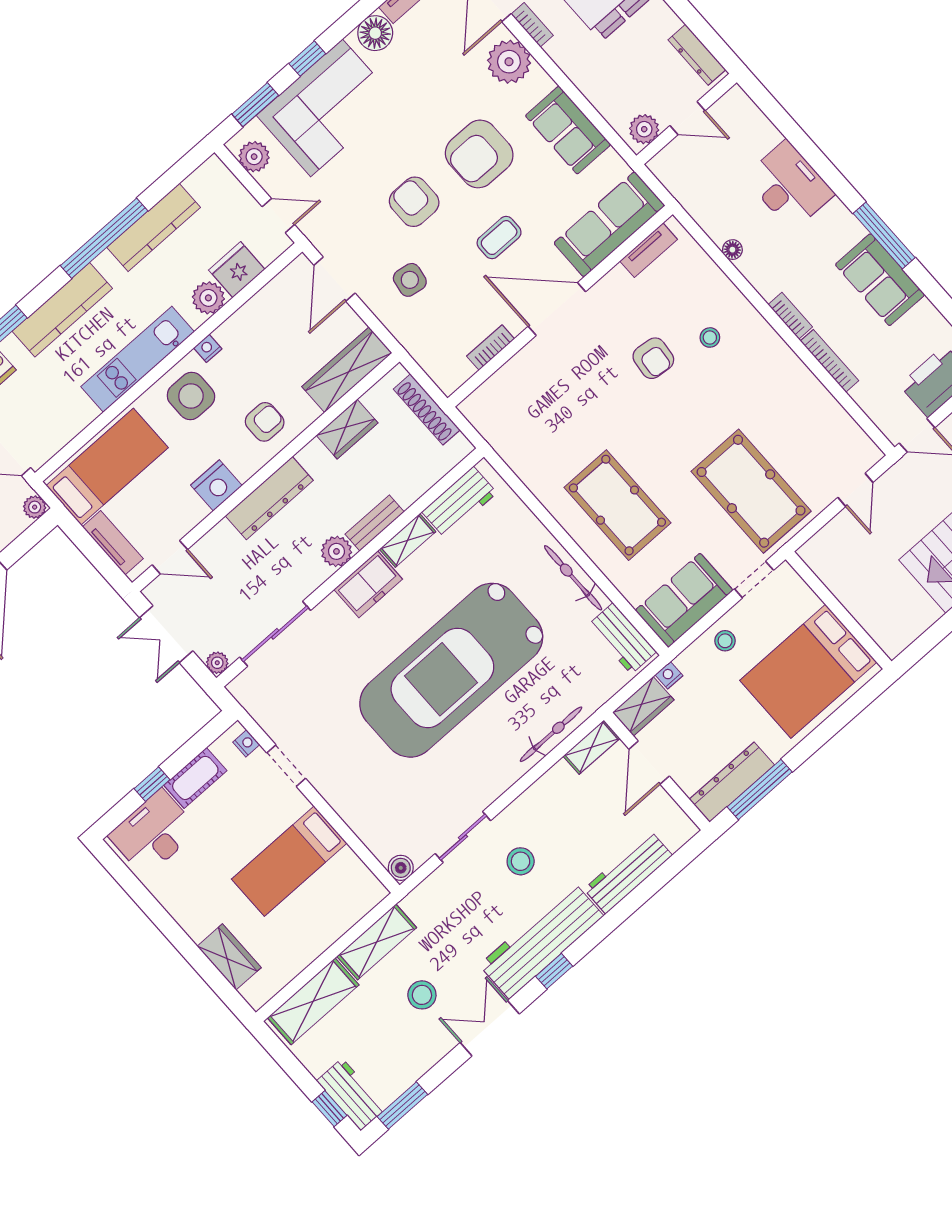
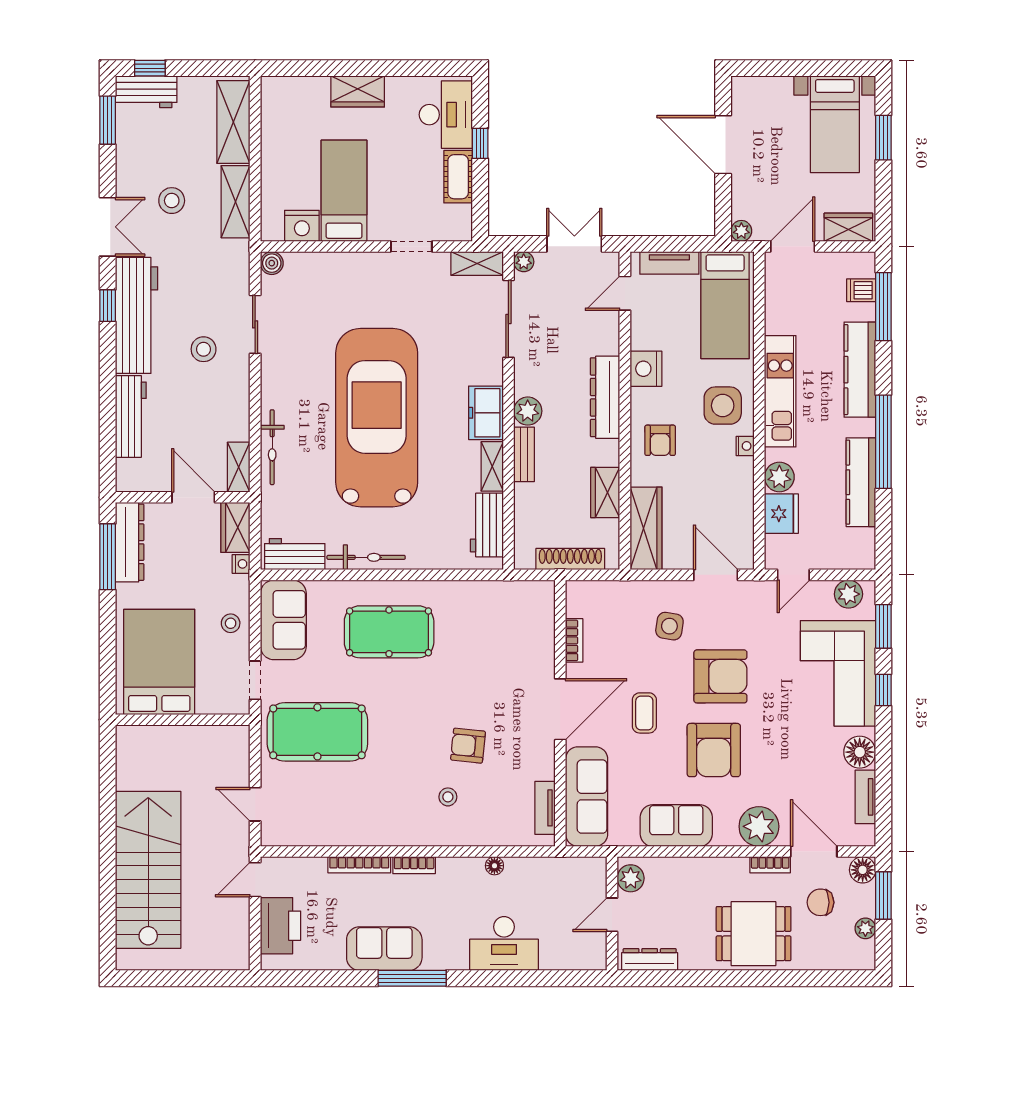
armchair: (479, 154) -> (714, 750), turned 180
armchair: (414, 202) -> (720, 676), width x1.36, depth x1.36
shelving: (252, 700) -> (477, 263), added
nightstand: (246, 743) -> (302, 226), moved, width x1.89, depth x1.79
wardrobe: (229, 957) -> (358, 91), moved

